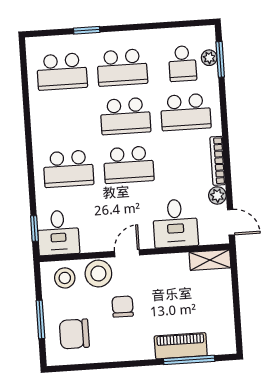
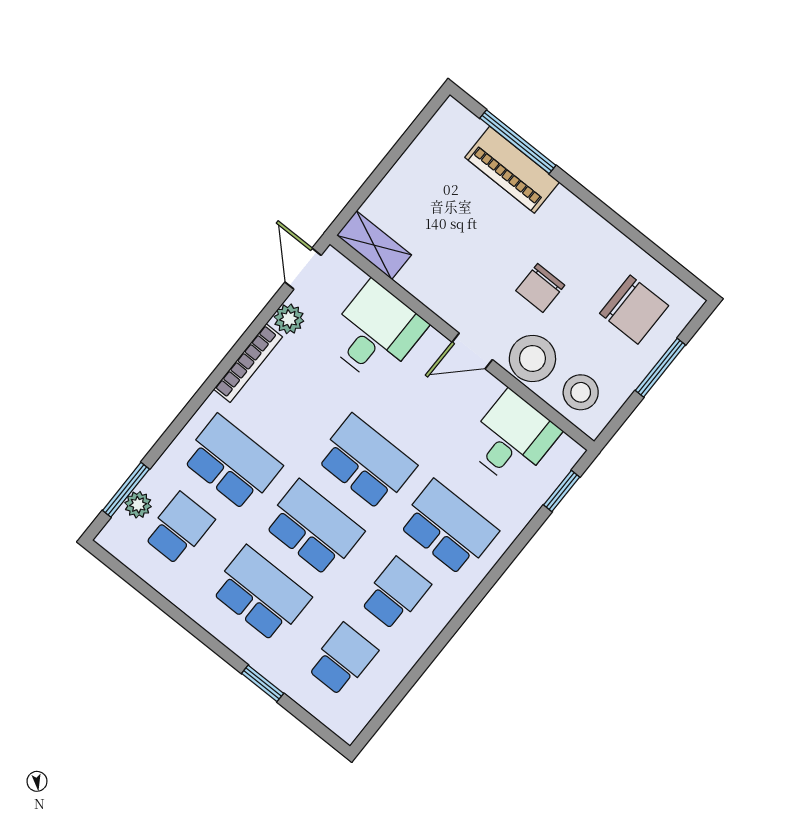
school desk: (62, 72) -> (342, 659), width x0.54
school desk: (65, 120) -> (395, 594), added
desk: (58, 233) -> (512, 439), moved

